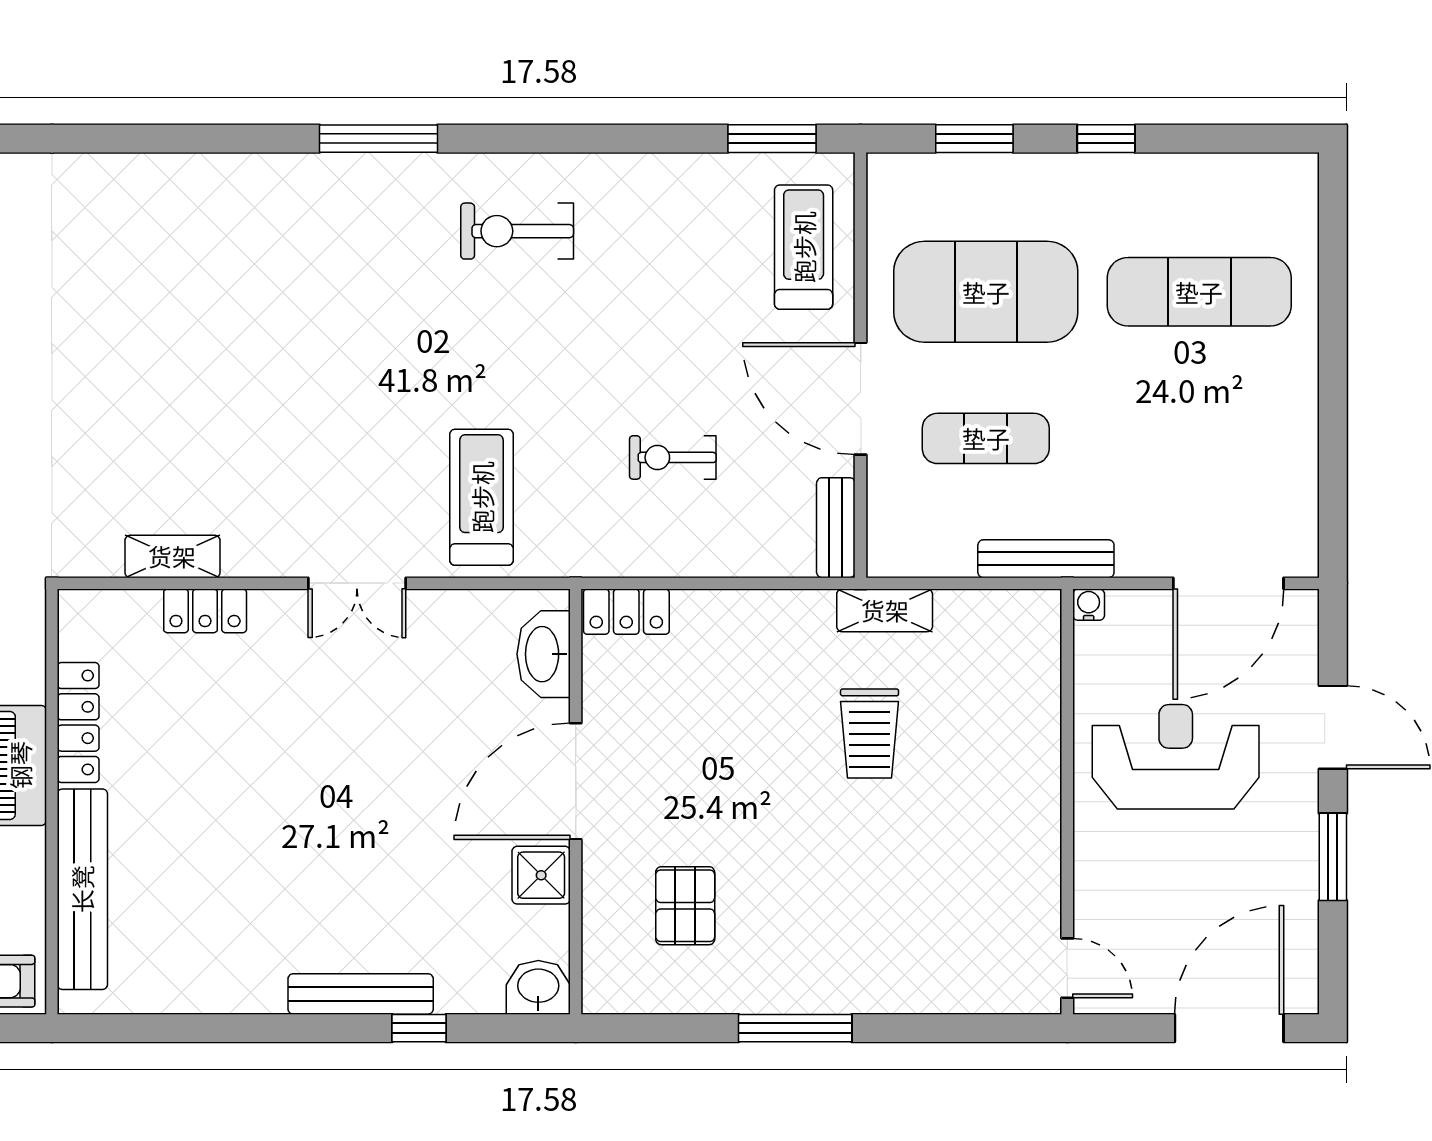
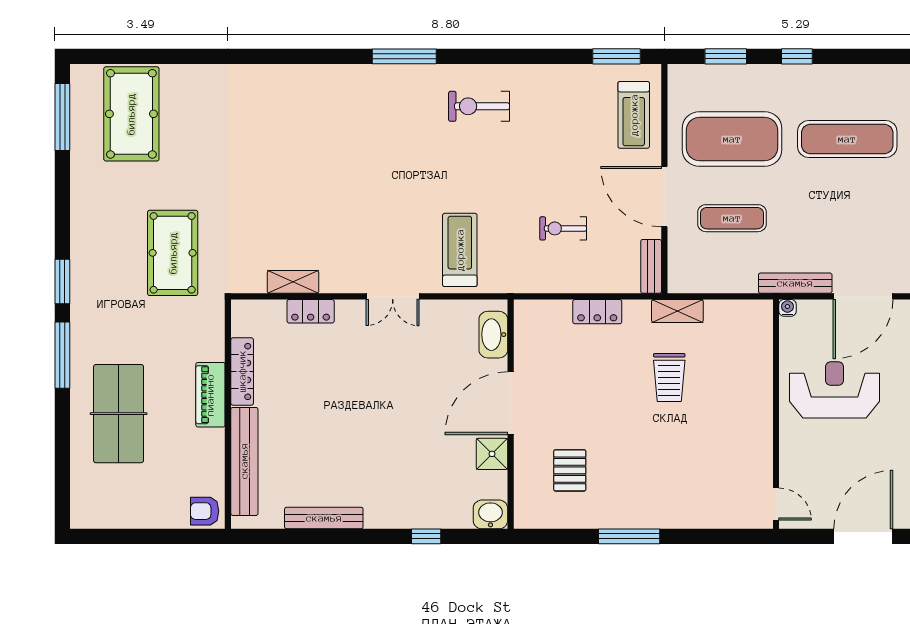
treadmill: (804, 247) -> (634, 115), turned 180
bench: (1046, 559) -> (795, 283), moved
locker: (626, 612) -> (597, 312), moved
bench: (361, 994) -> (324, 518), moved

